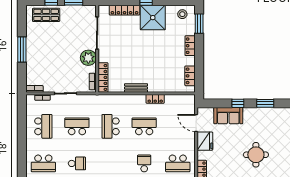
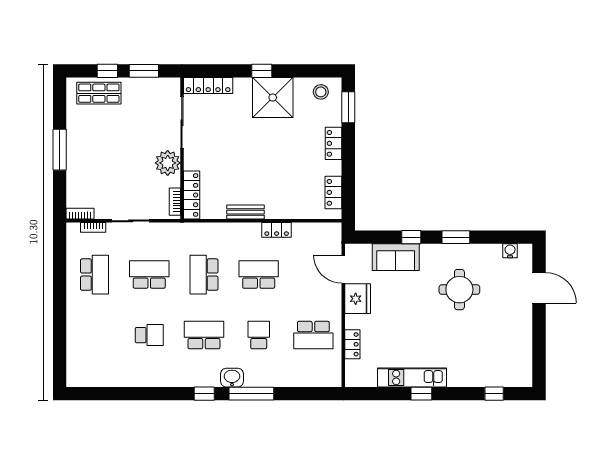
locker: (124, 10) -> (208, 86), moved
round table: (256, 155) -> (459, 290), moved
school desk: (43, 163) -> (204, 335), moved, turned 180

